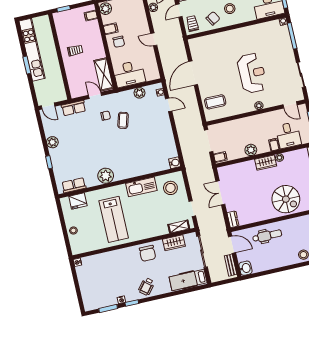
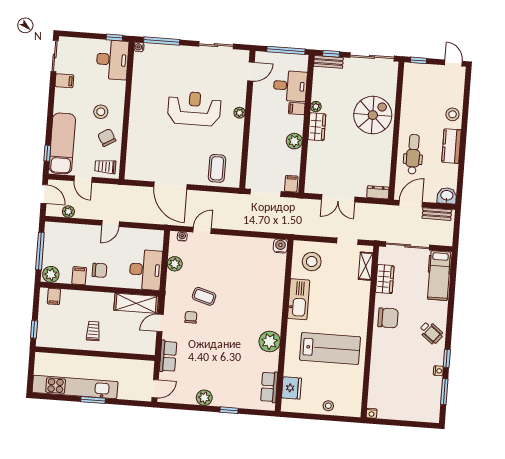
kitchen counter: (281, 261) -> (451, 146), added

